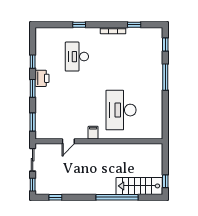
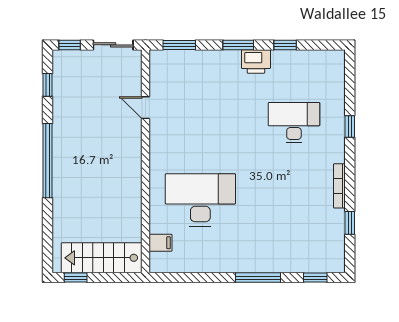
filing cabinet: (93, 133) -> (161, 243), moved
stairs: (139, 186) -> (102, 258), moved, turned -90
window: (117, 197) -> (48, 161), moved

